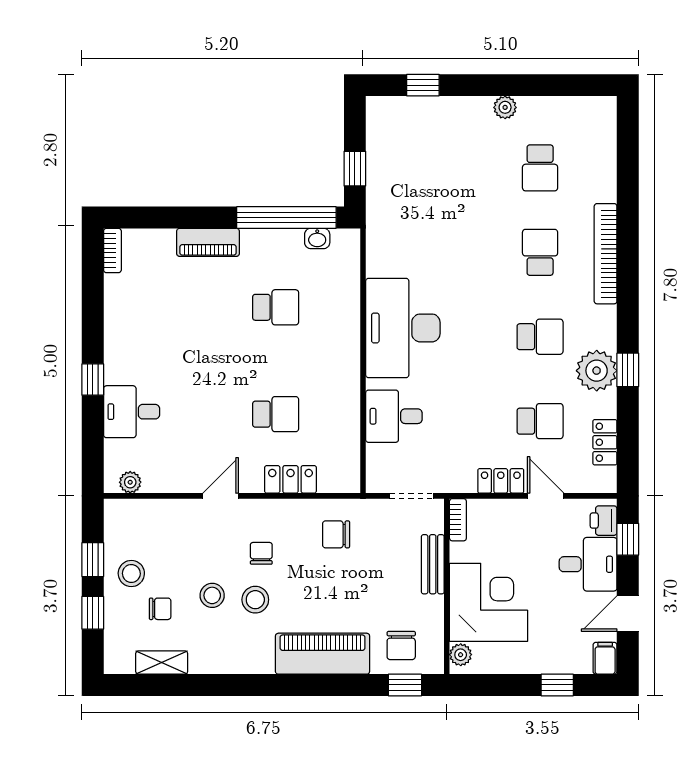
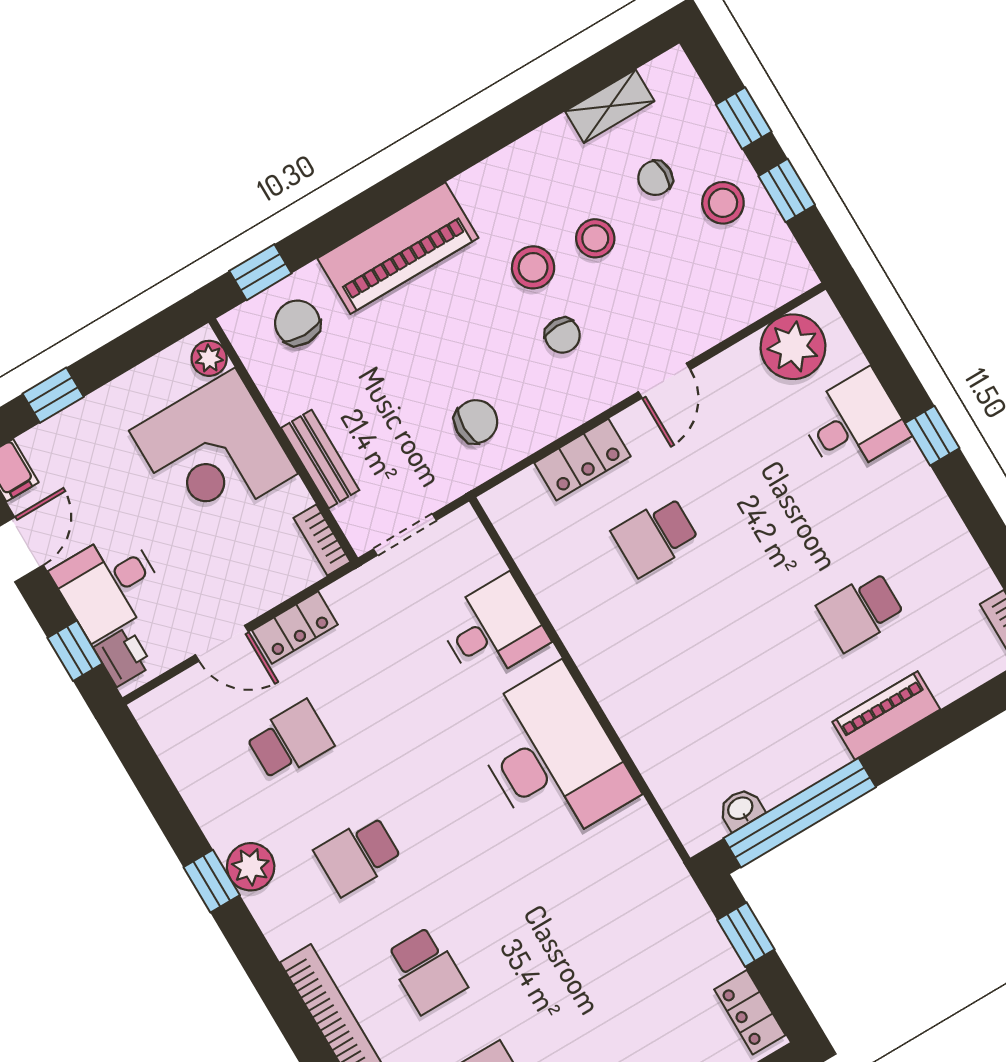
school desk: (276, 307) -> (861, 611), moved
plant: (597, 371) -> (251, 867), width x0.73, depth x0.73
school desk: (540, 421) -> (290, 741), turned 180
locker: (605, 442) -> (750, 1012), moved, turned 180
plant: (130, 482) -> (793, 347), width x1.88, depth x1.88

